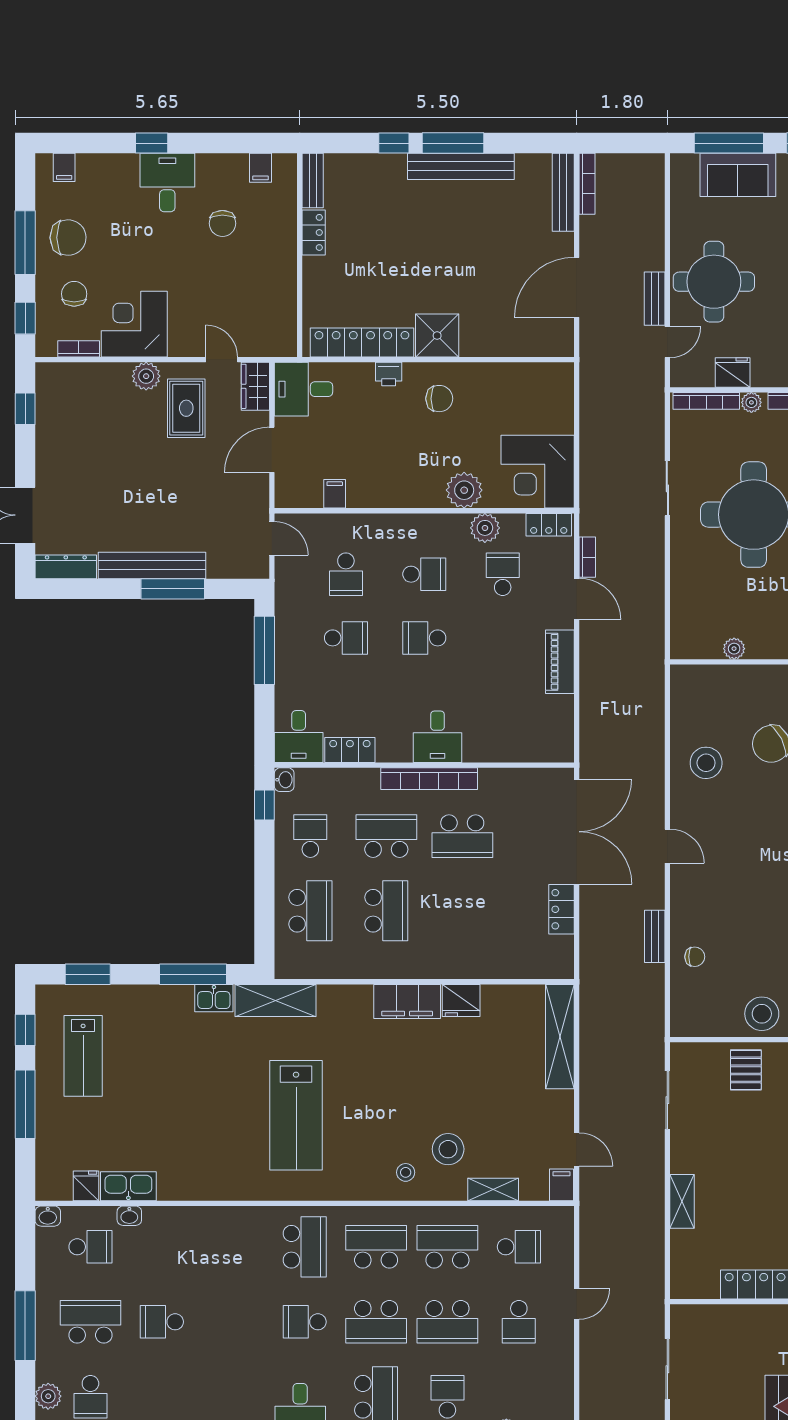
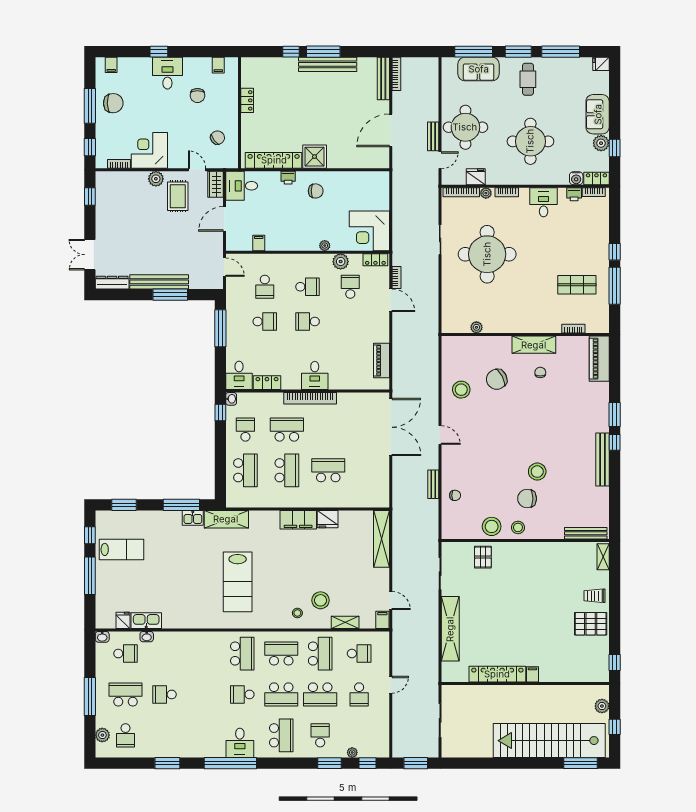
bench: (313, 180) -> (247, 72), removed
chair: (74, 294) -> (218, 138), moved, turned 53
plant: (464, 490) -> (325, 246), width x0.53, depth x0.53
piano: (560, 662) -> (382, 360), moved
school desk: (462, 836) -> (328, 470), moved, turned 180
locker: (562, 909) -> (382, 469), removed
lab bench: (83, 1056) -> (121, 549), turned -90
shelving: (682, 1201) -> (450, 629), width x2.20, depth x1.33
school desk: (447, 1247) -> (320, 654), turned 90

